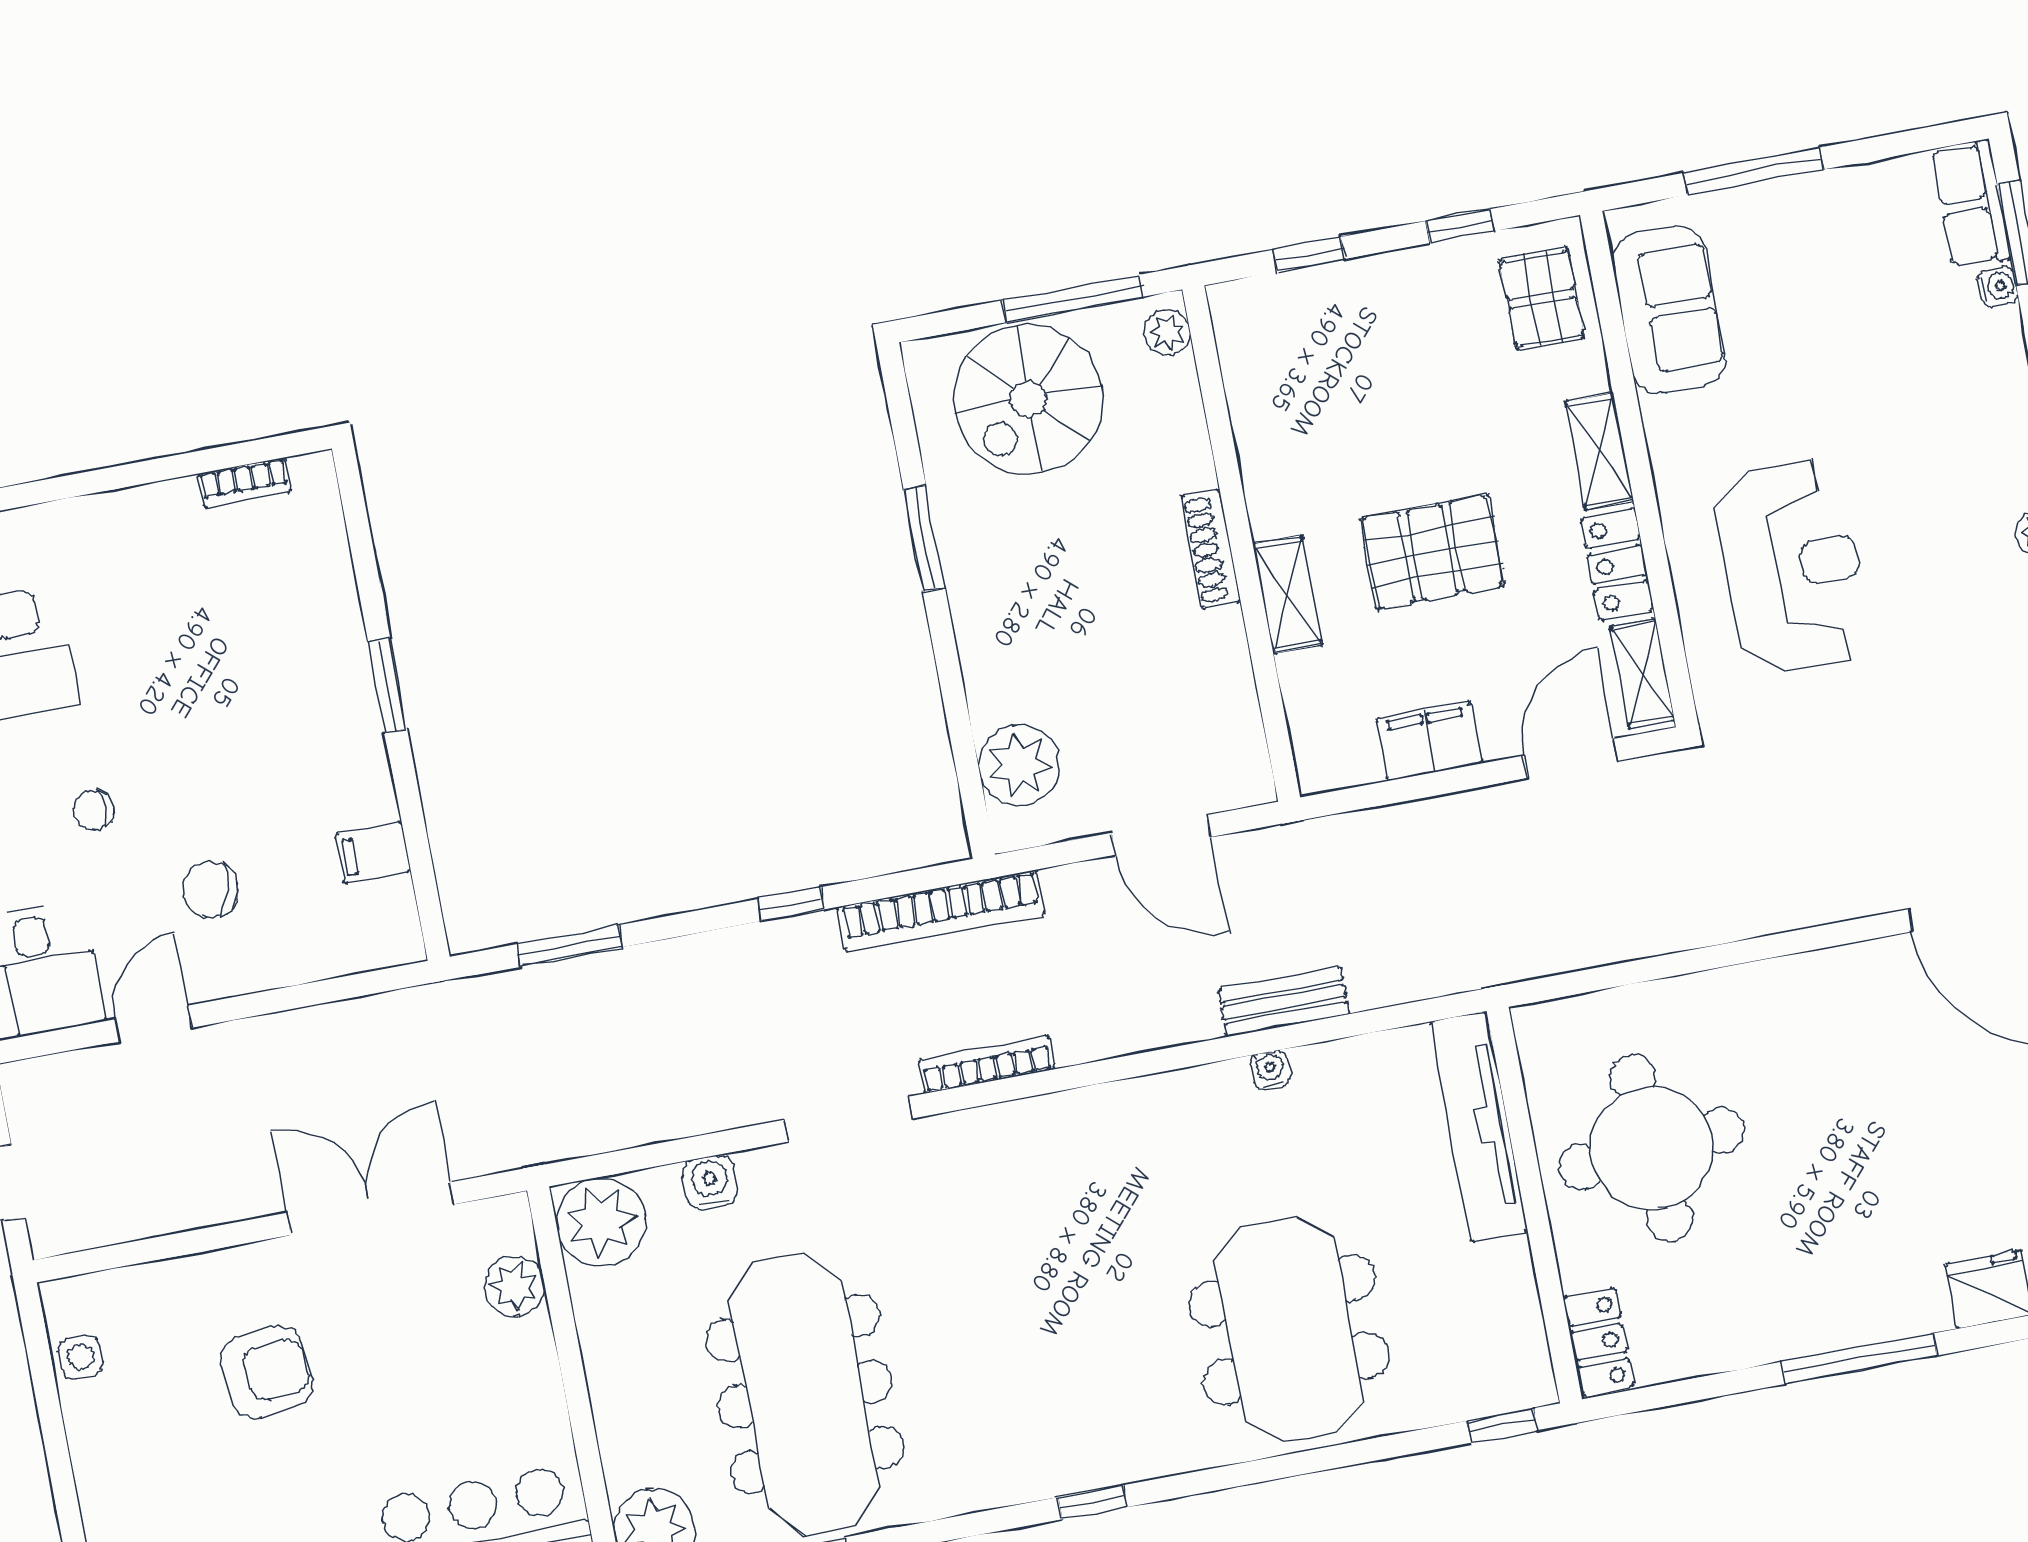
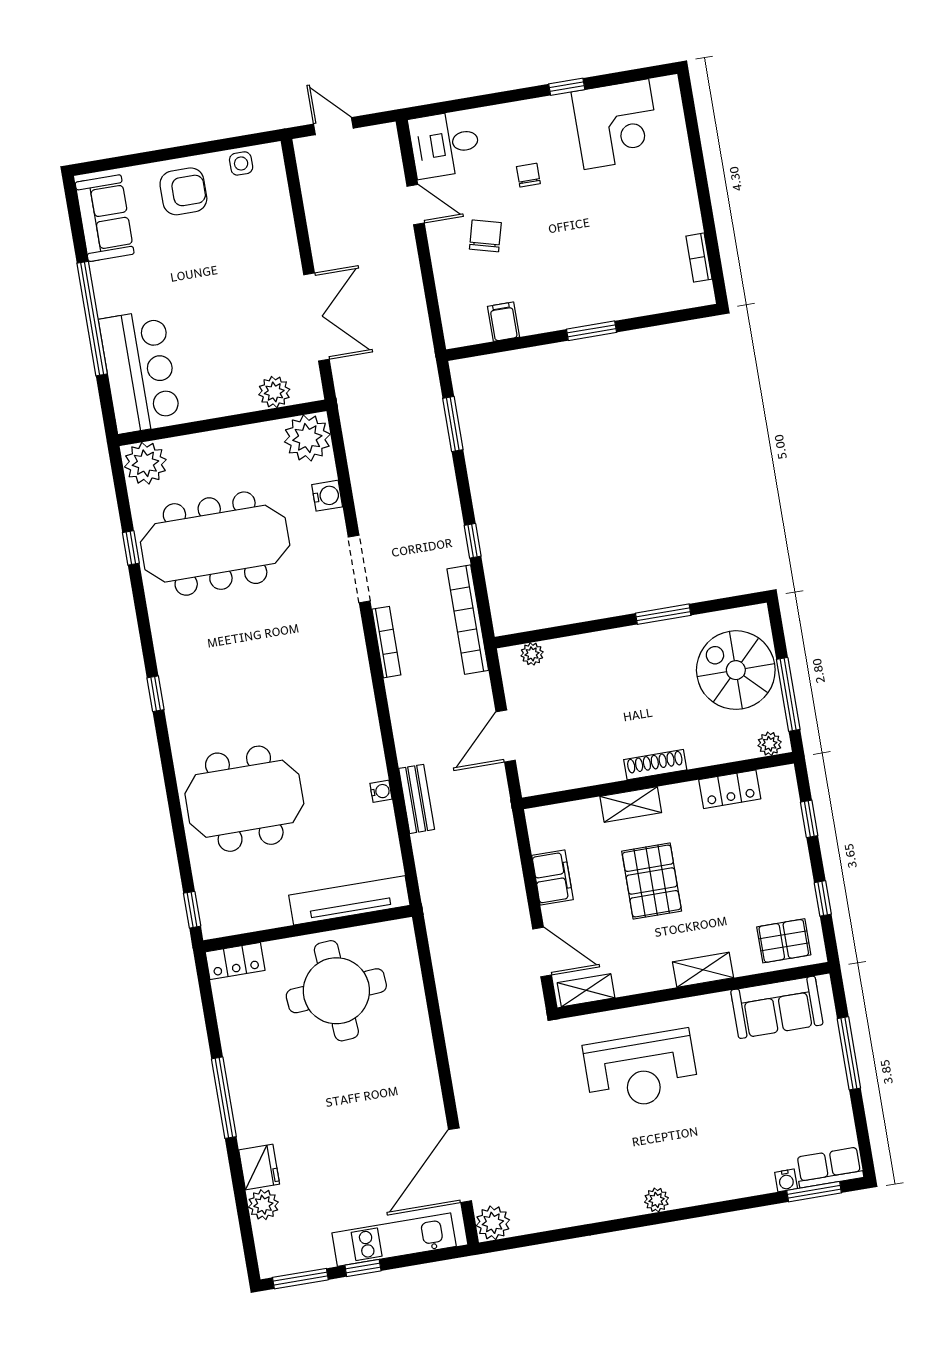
locker: (1617, 565) -> (730, 789), moved, turned 180
plant: (1019, 765) -> (532, 654), width x0.53, depth x0.53
armchair: (267, 1372) -> (183, 191), moved, turned -84

